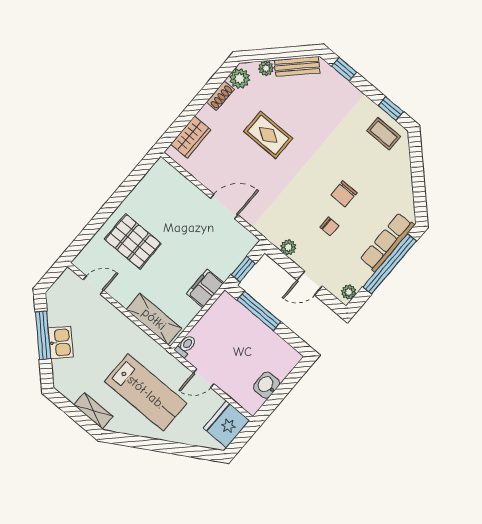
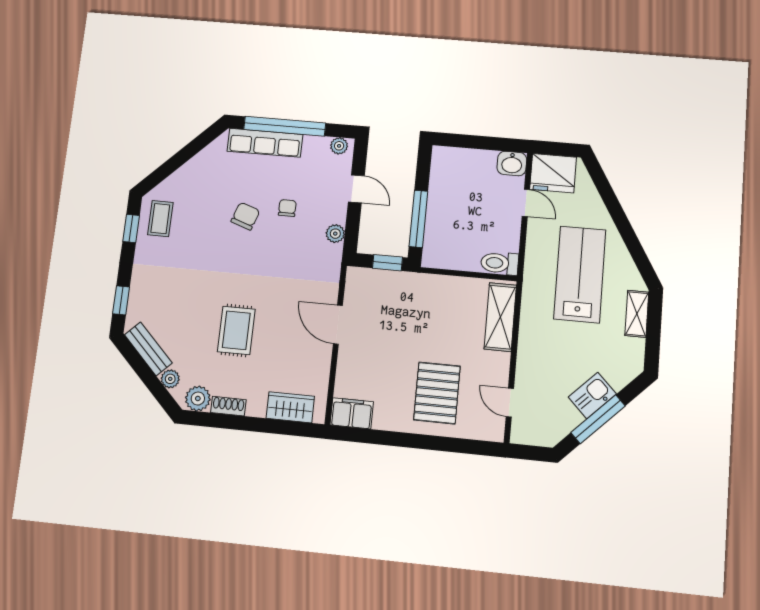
chair: (344, 194) -> (245, 216), turned -71
filing cabinet: (205, 288) -> (352, 413), moved, turned 180
toilet: (186, 346) -> (500, 263), width x1.37, depth x1.39
door: (204, 378) -> (526, 203), moved
washbasin: (267, 385) -> (512, 163), moved

